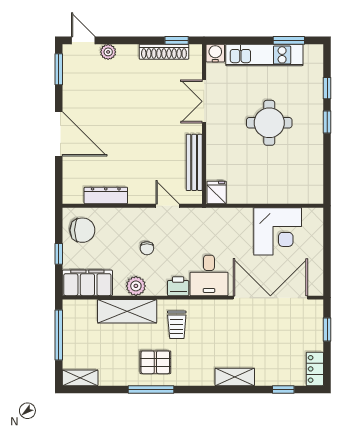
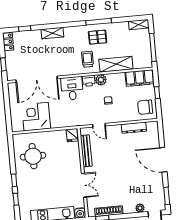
round table: (269, 123) -> (33, 156), moved
plant: (136, 286) -> (101, 80), moved

